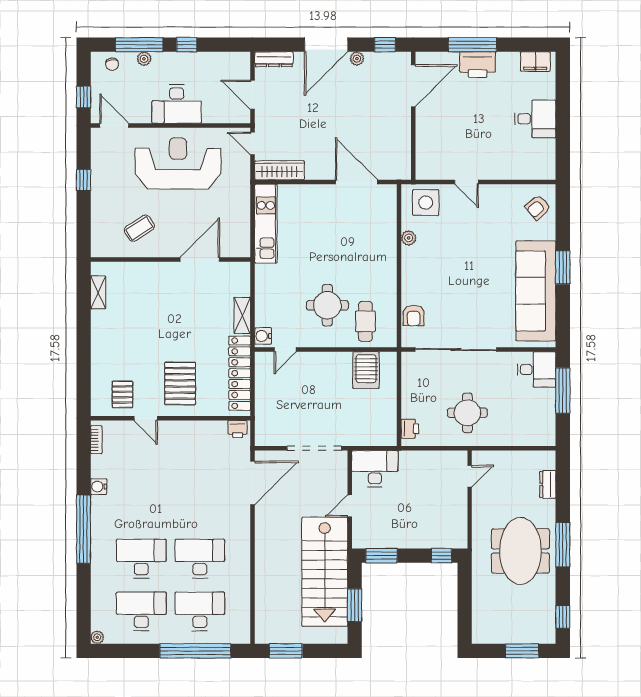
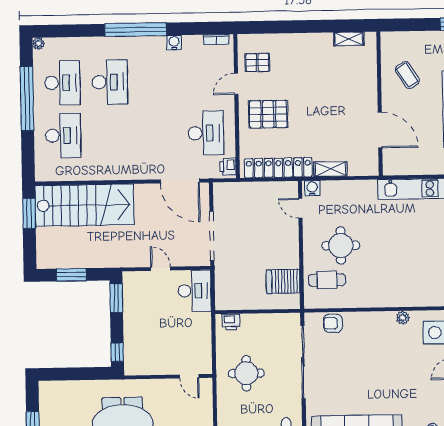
desk: (200, 559) -> (206, 133), moved
stairs: (325, 572) -> (85, 205), moved, turned 180
window: (195, 651) -> (27, 98), moved

